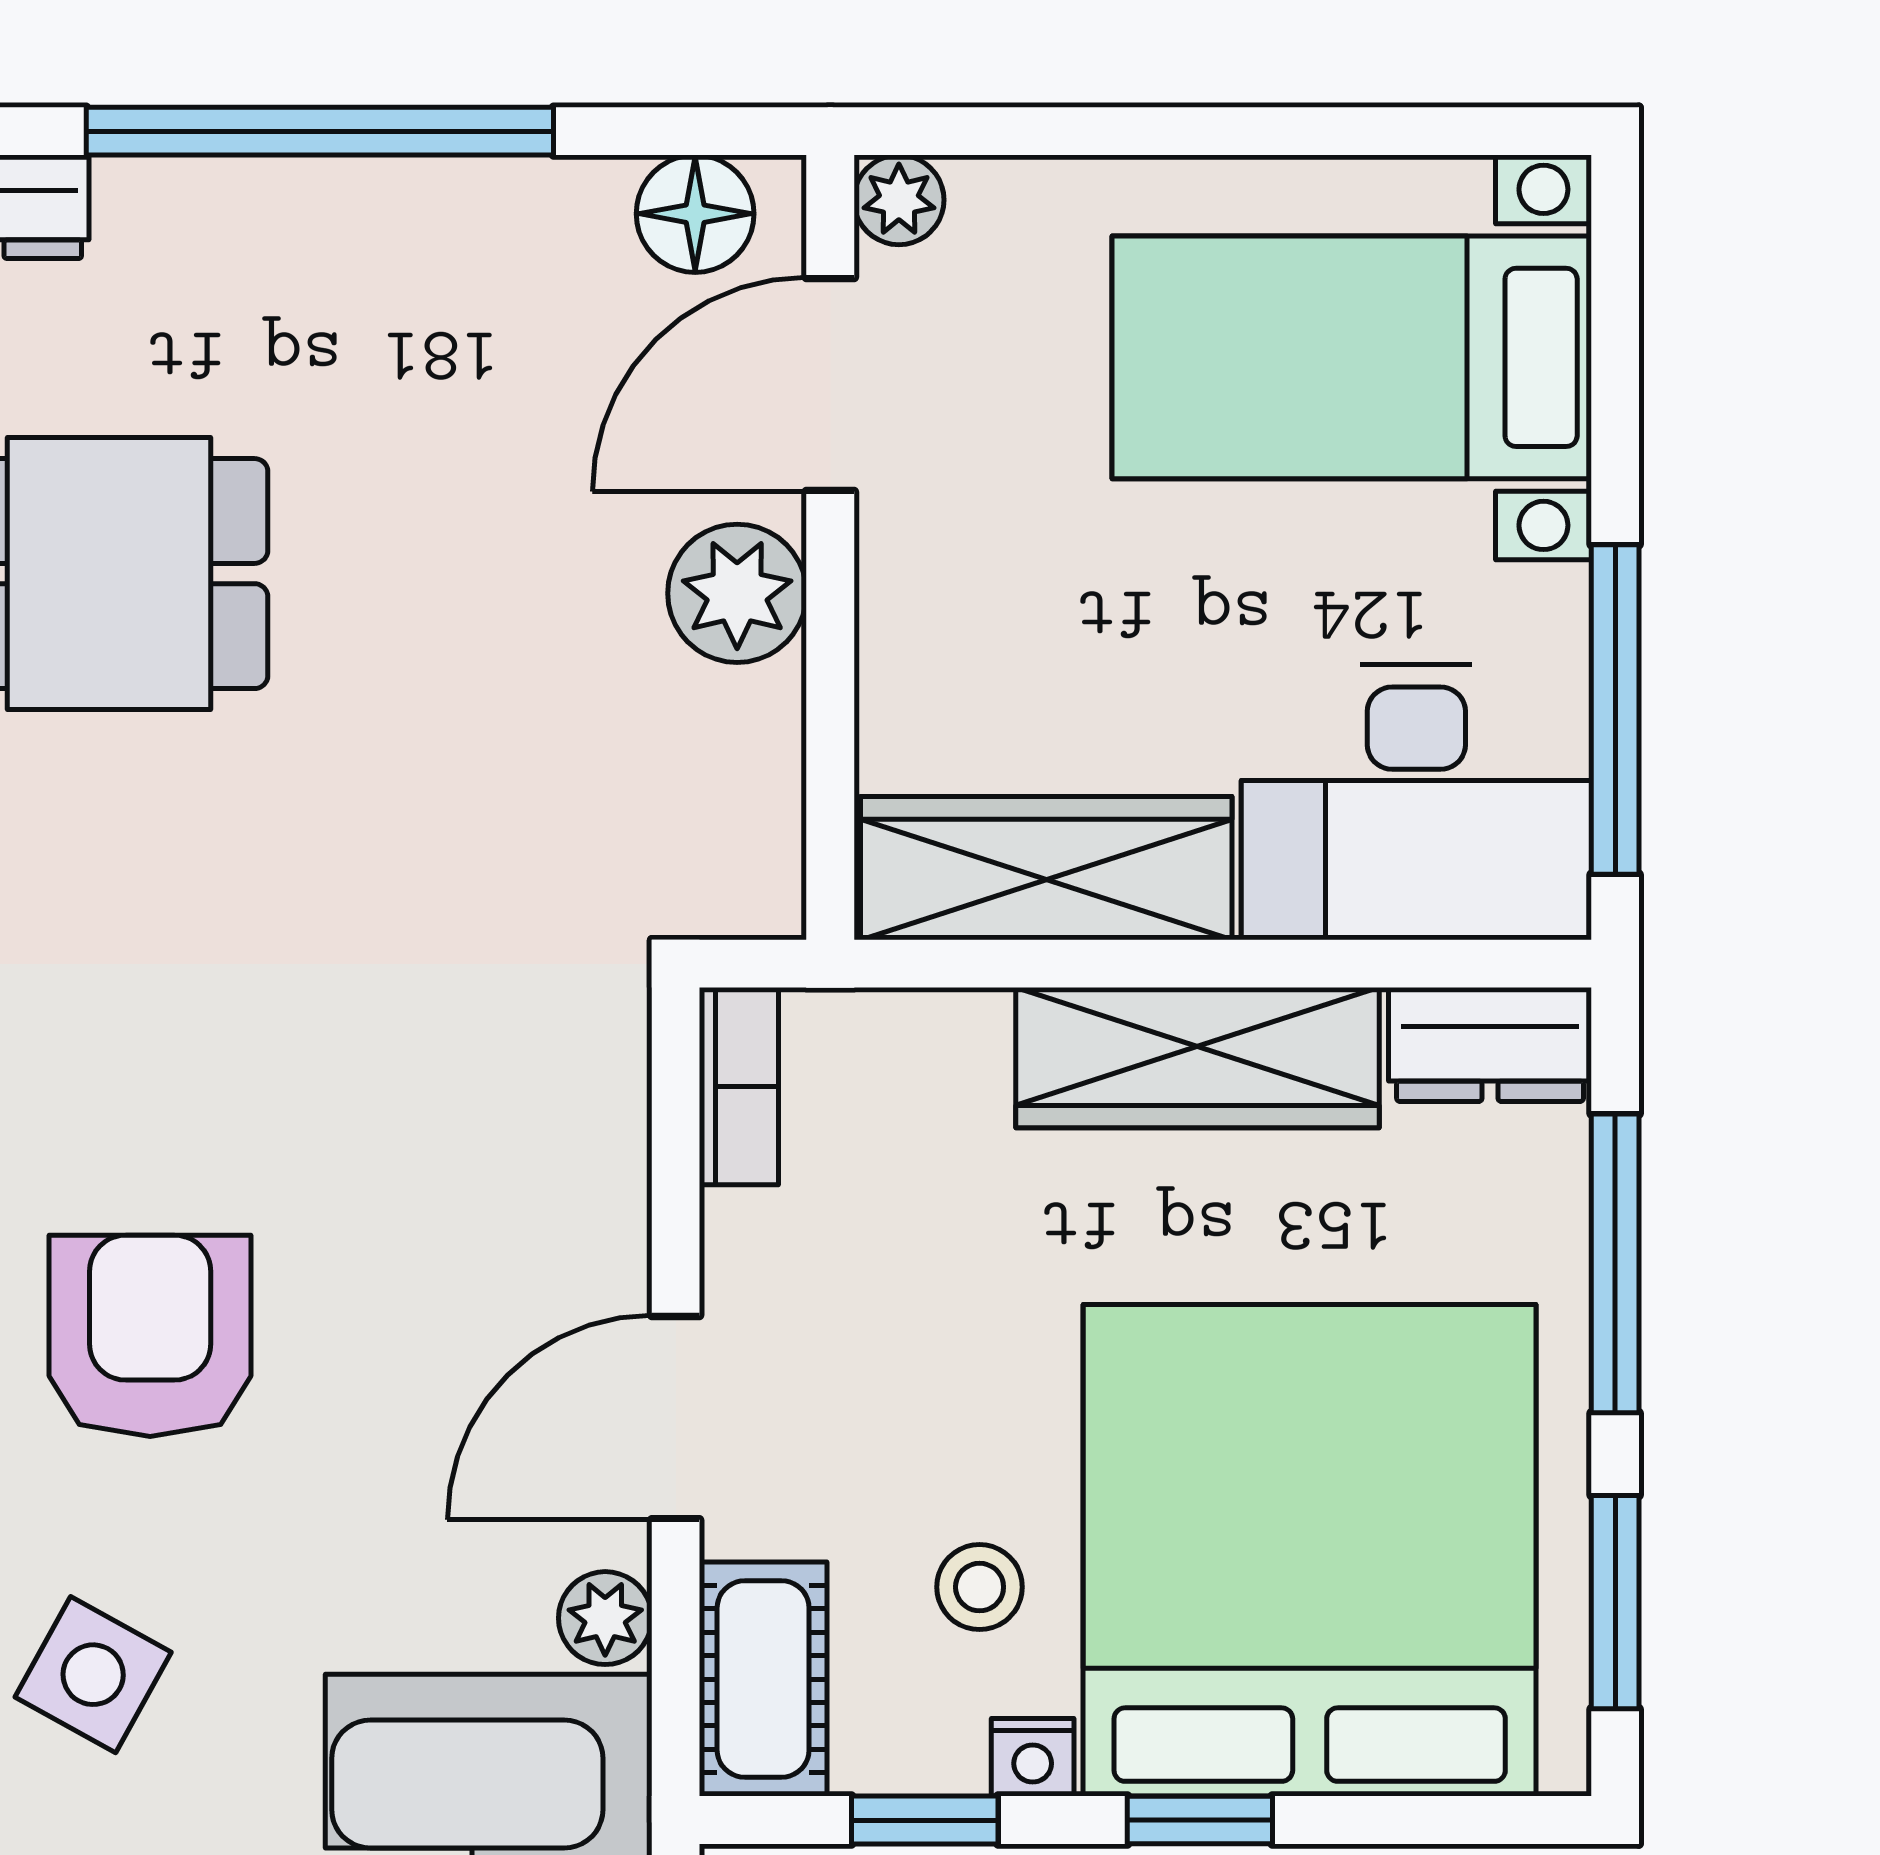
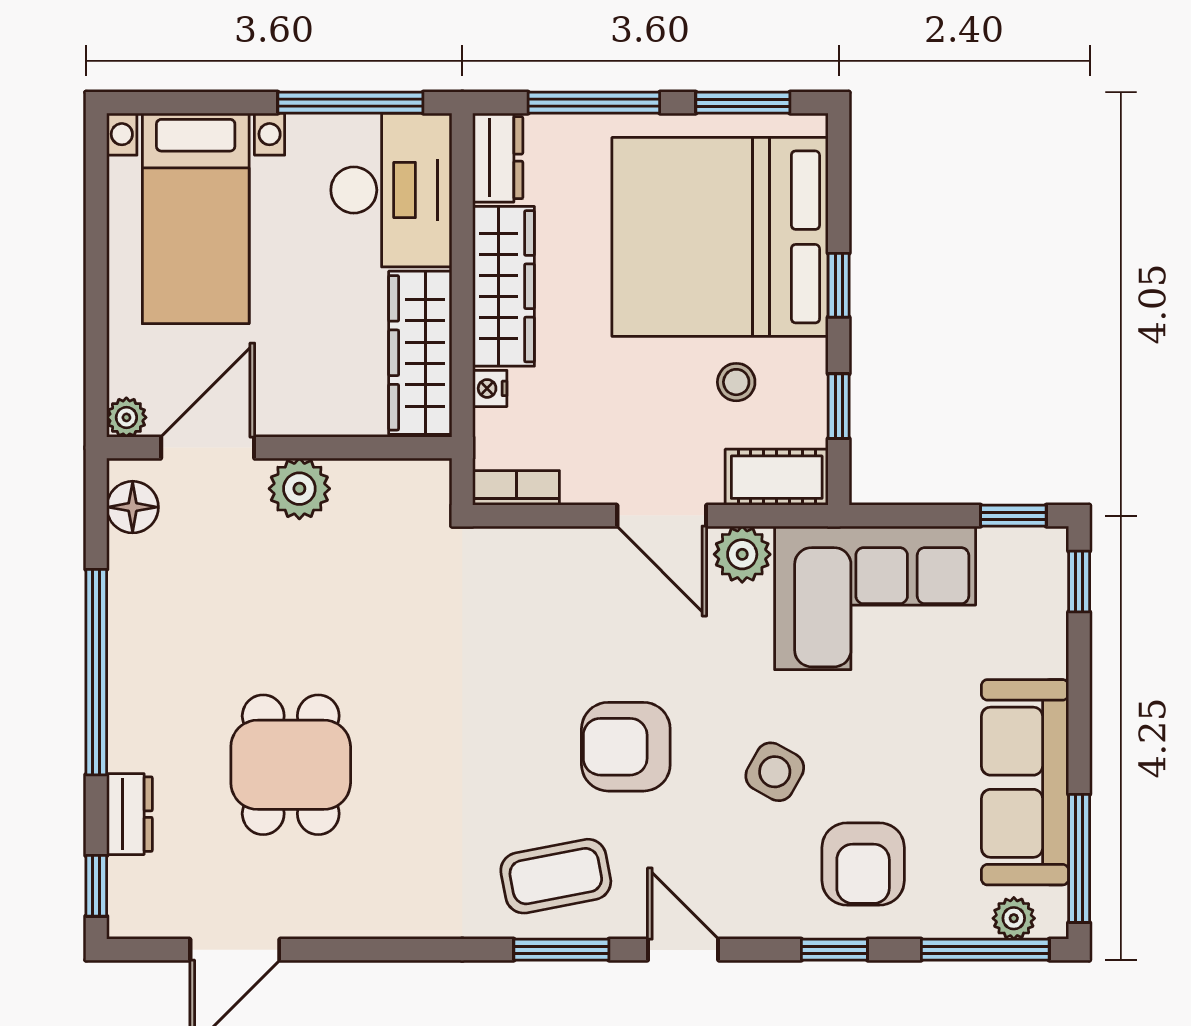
door: (830, 385) -> (208, 448), swing flipped
plant: (605, 1618) -> (742, 554), width x1.38, depth x1.38
nightstand: (1033, 1757) -> (490, 388), moved, turned 180

